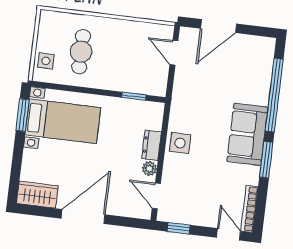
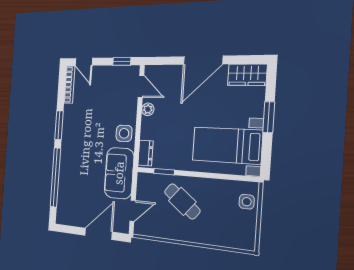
cafe table: (81, 52) -> (182, 201), moved, turned -51
door: (174, 53) -> (133, 211), hinge flipped
window: (23, 115) -> (269, 117), moved
sofa: (247, 134) -> (119, 173), moved, turned 180
dresser: (151, 145) -> (146, 153), moved

